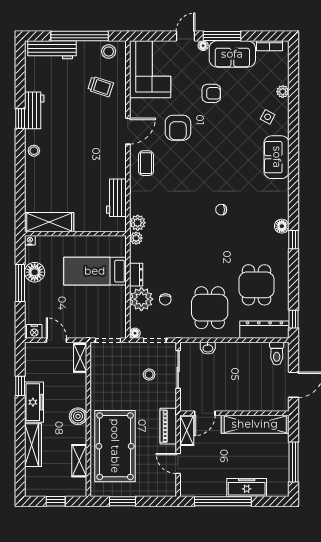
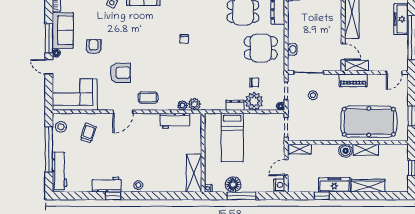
door: (128, 131) -> (123, 112), swing flipped
plant: (136, 238) -> (182, 105), moved
shelving: (79, 461) -> (366, 150), moved
door: (178, 464) -> (394, 73), moved

